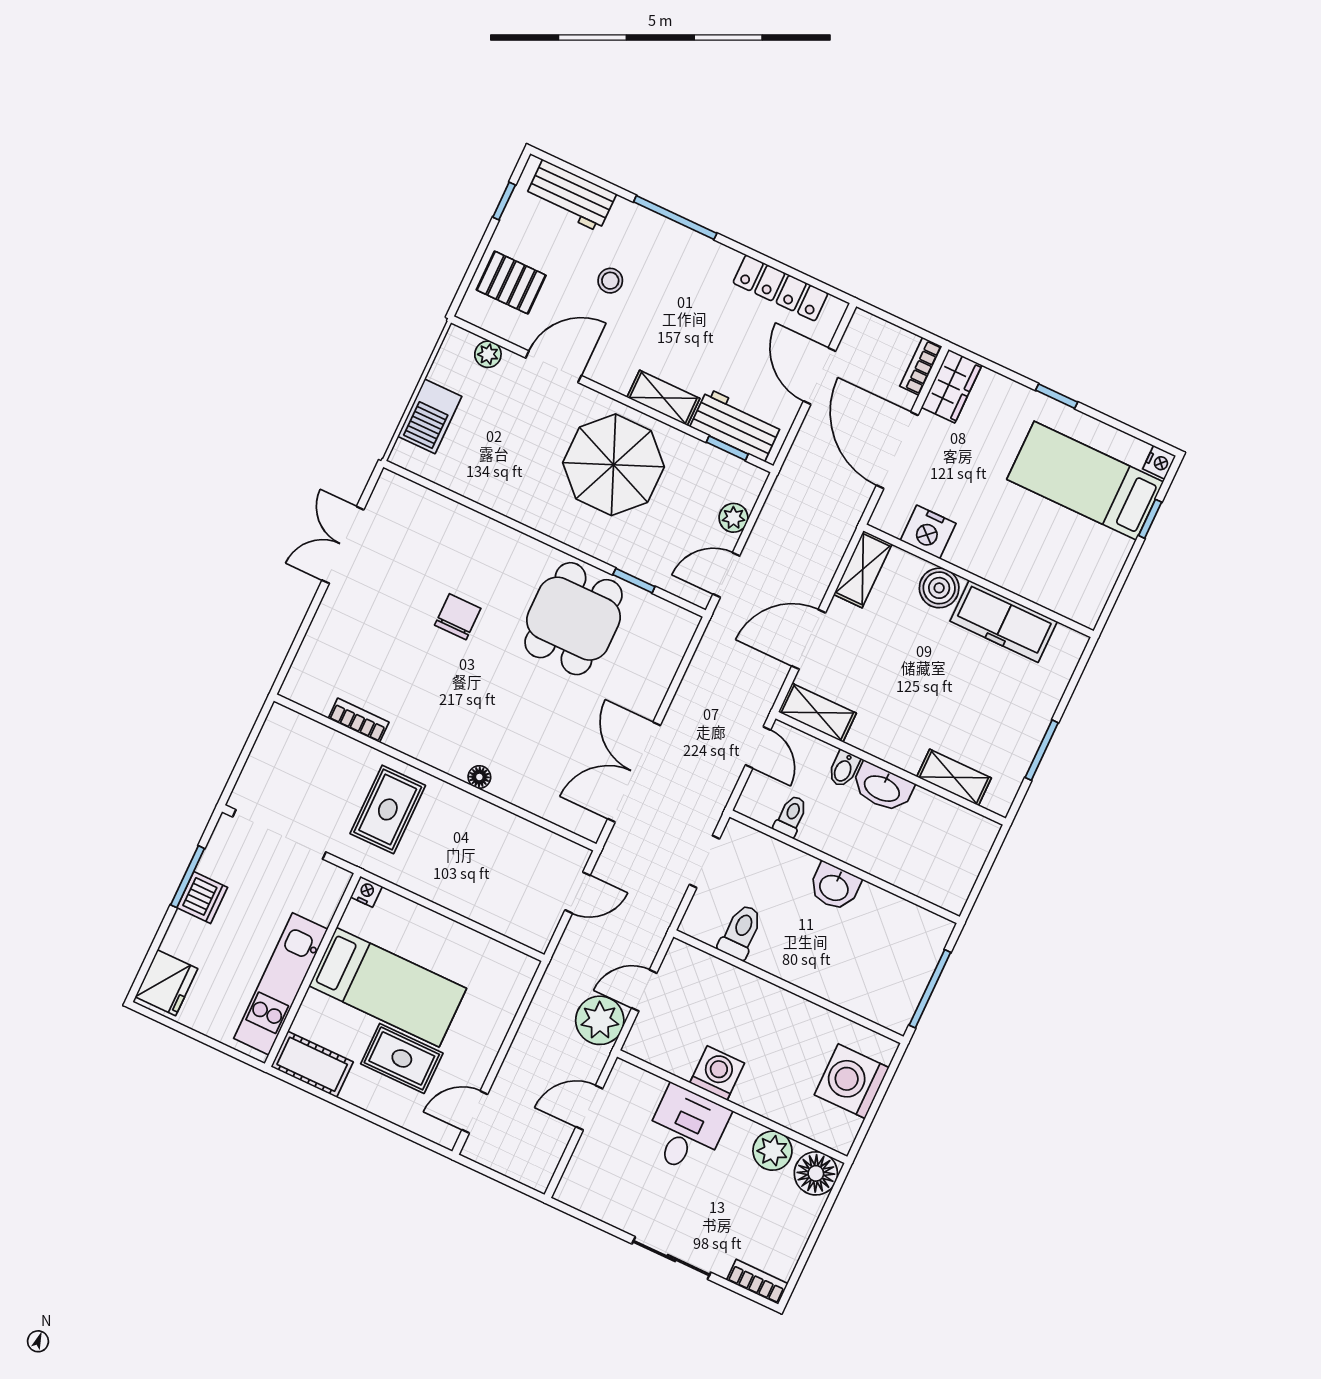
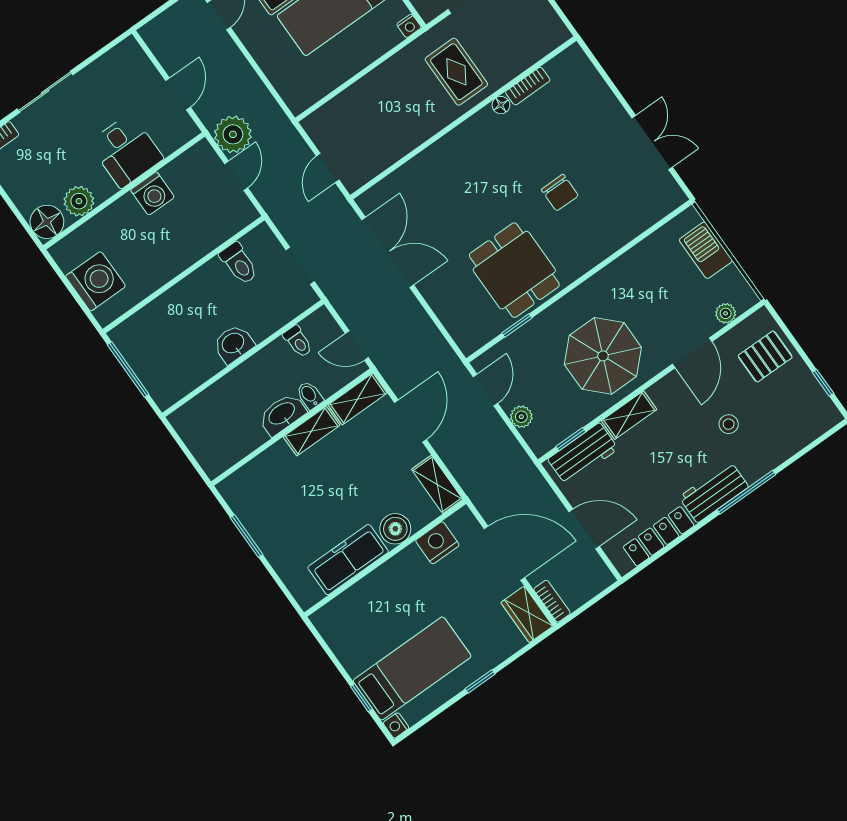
workbench: (571, 196) -> (714, 492), moved
floor lamp: (479, 777) -> (501, 105), moved
shelving: (954, 777) -> (312, 431), moved

